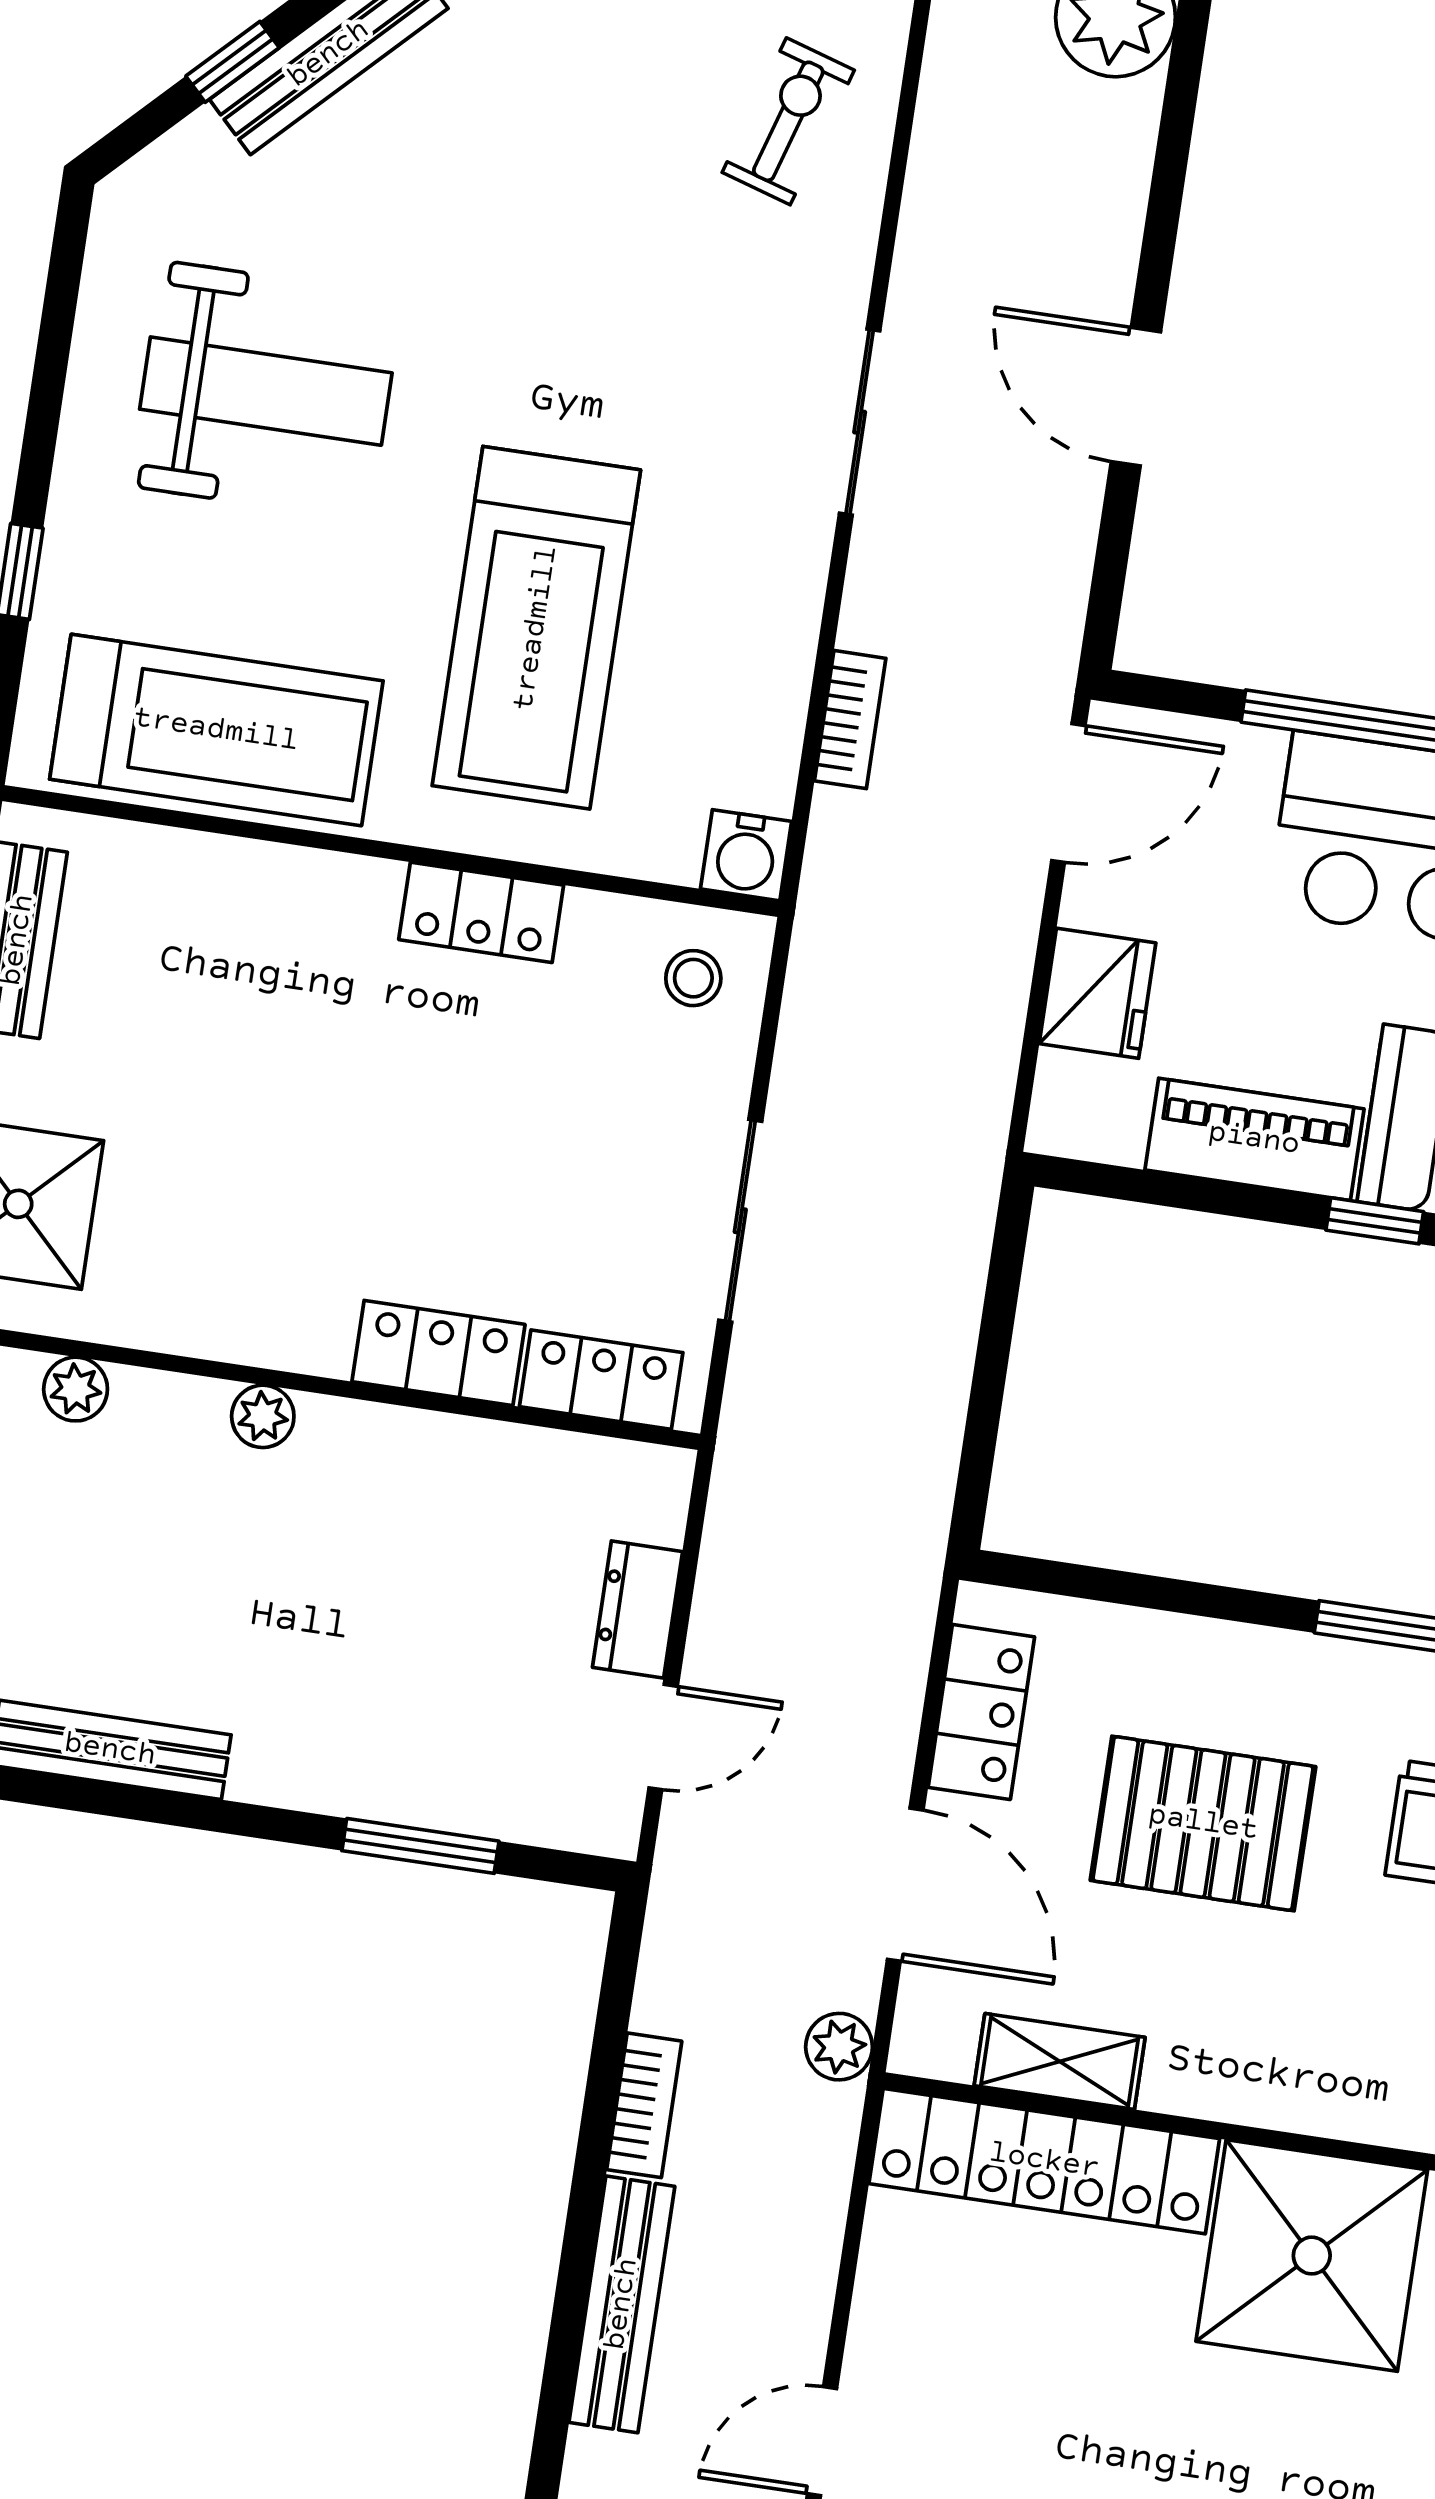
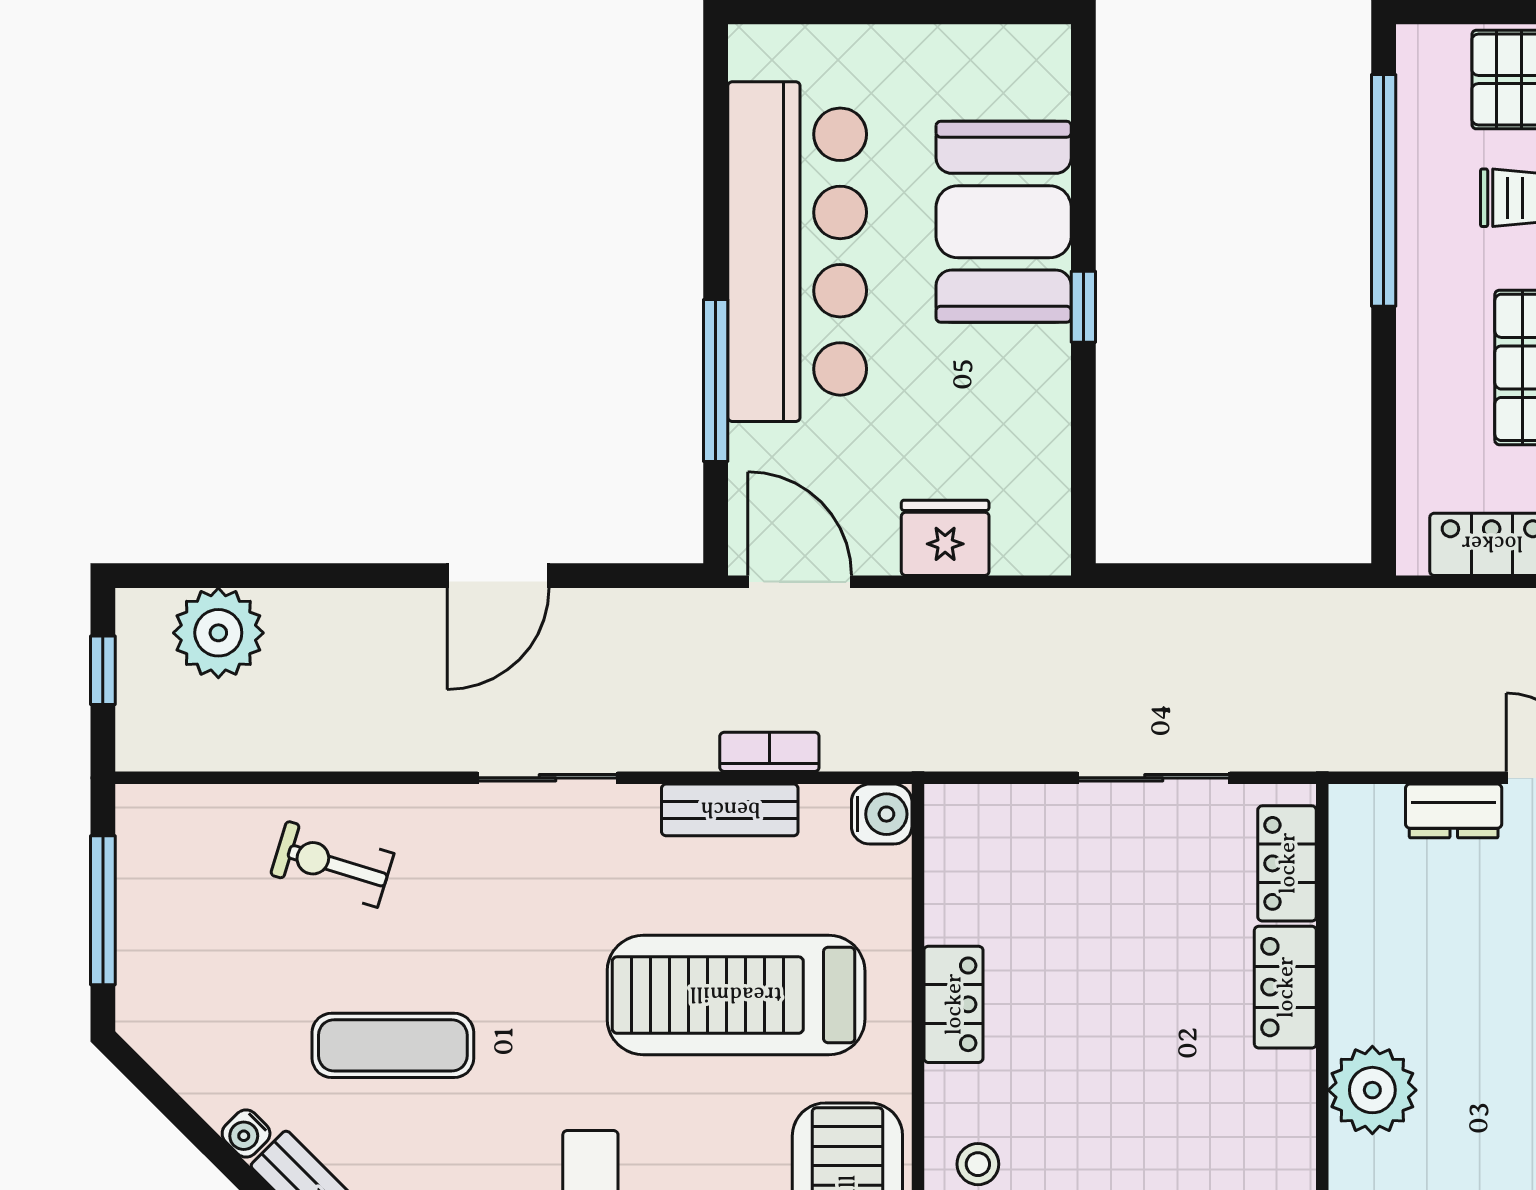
exercise mat: (538, 166) -> (393, 1045), added
treadmill: (536, 628) -> (736, 995), turned 180
bench: (781, 656) -> (730, 810), added
stool: (693, 978) -> (978, 1164), moved
piano: (1254, 1139) -> (1036, 405), removed
plant: (263, 1416) -> (1372, 1090), width x1.88, depth x1.88

